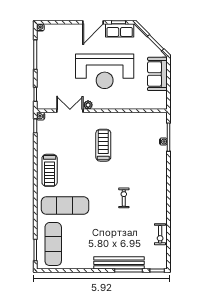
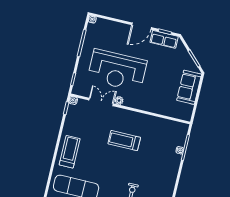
reception desk: (105, 71) -> (117, 70), moved
treadmill: (103, 145) -> (124, 141), turned -90
treadmill: (50, 170) -> (70, 152), turned 180

